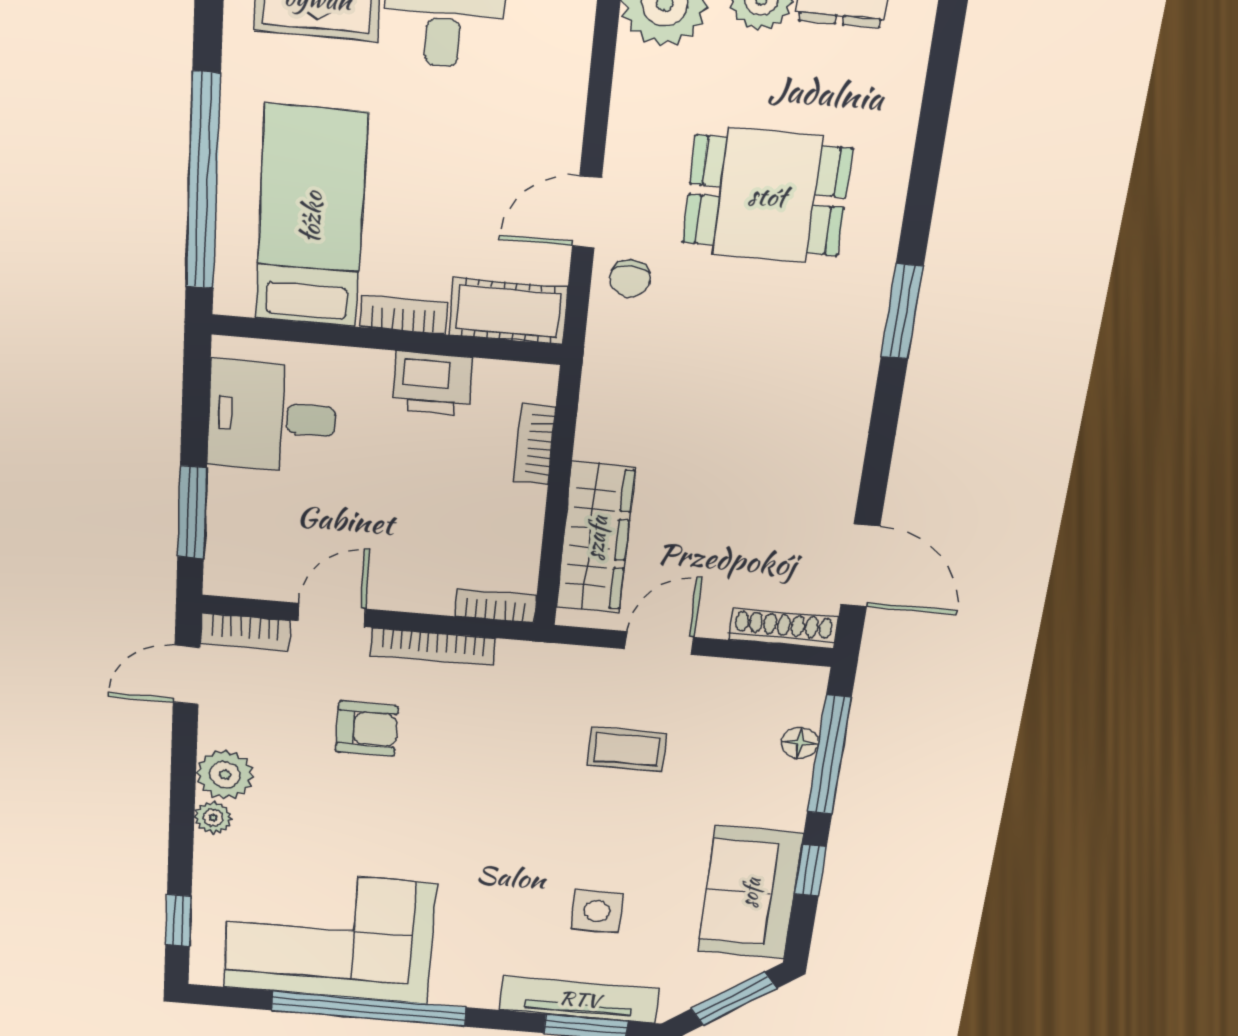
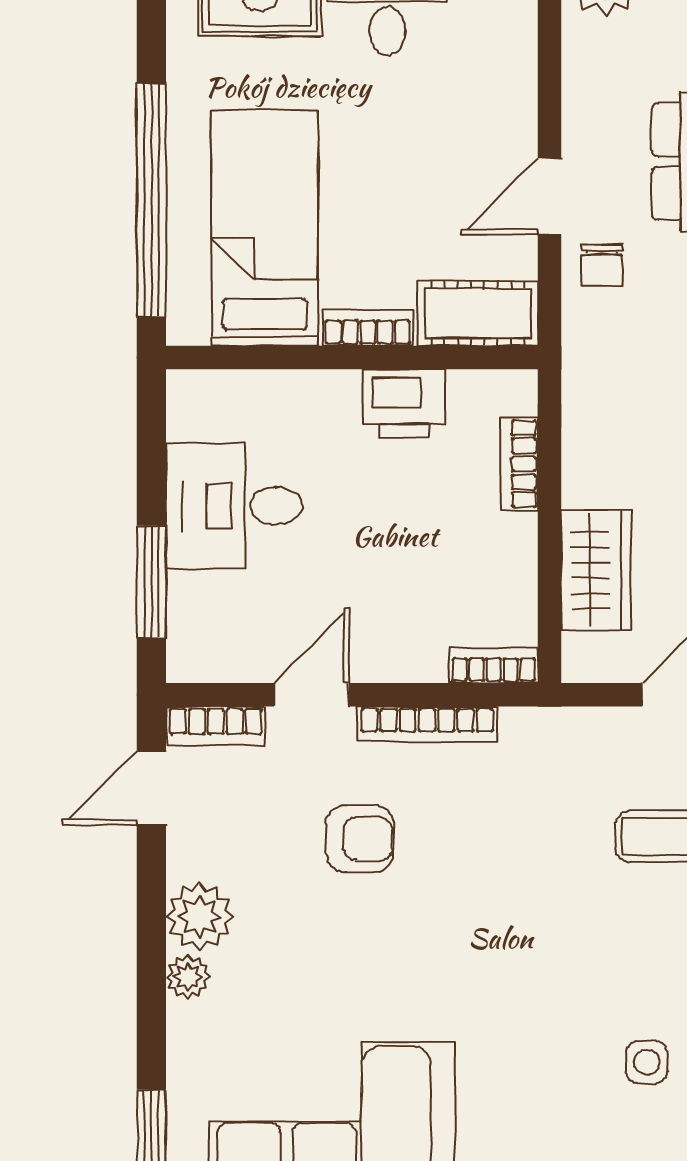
desk: (272, 417) -> (234, 506), moved
wardrobe: (596, 538) -> (596, 570), width x0.67
side table: (597, 911) -> (647, 1062), width x0.73, depth x0.73

